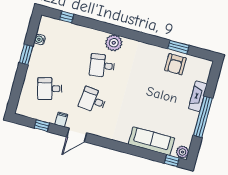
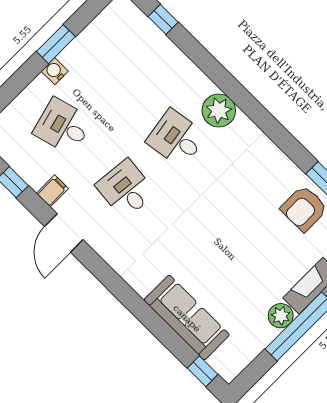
water cooler: (40, 39) -> (55, 71), moved
door: (77, 135) -> (64, 233), hinge flipped
plant: (183, 152) -> (281, 316), moved

